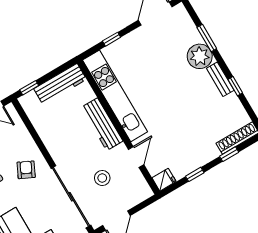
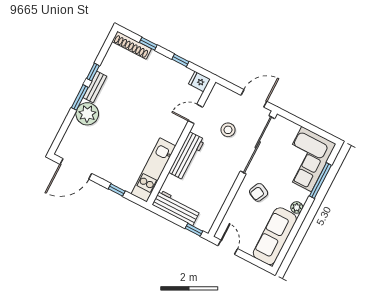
window: (207, 38) -> (80, 97), moved
kitchen unit: (115, 96) -> (153, 170), width x0.73

